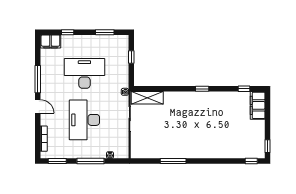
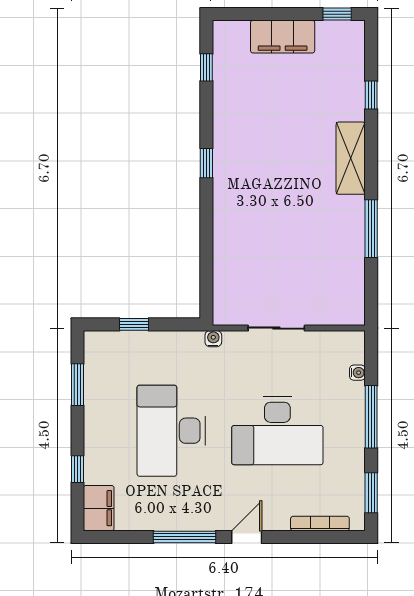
shelving: (147, 98) -> (351, 158), moved
filing cabinet: (258, 105) -> (283, 37), moved
window: (251, 161) -> (371, 95), moved

